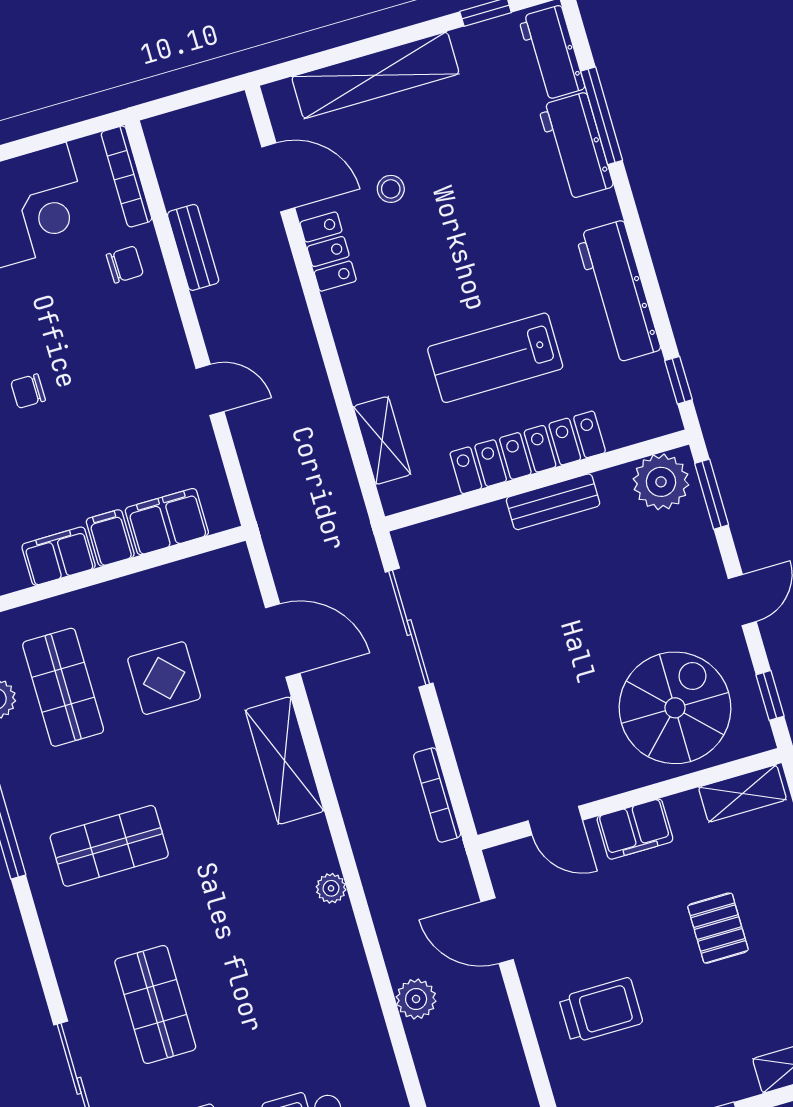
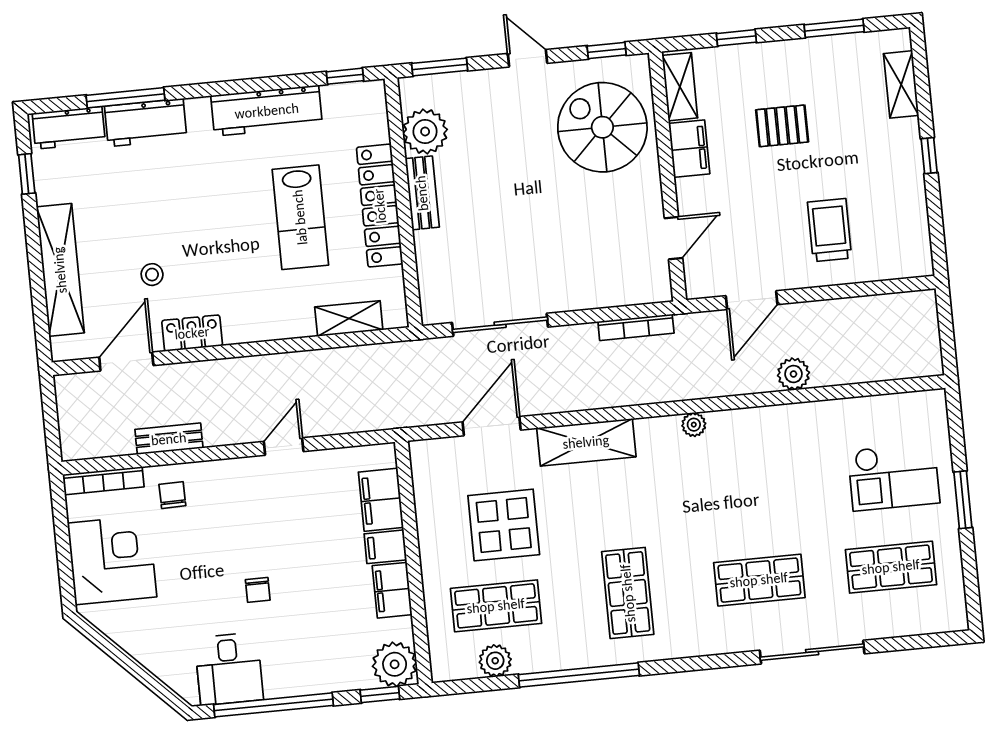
plant: (661, 482) -> (425, 132), moved
display table: (164, 678) -> (504, 525), width x1.36, depth x1.36
filing cabinet: (635, 829) -> (689, 149), moved

